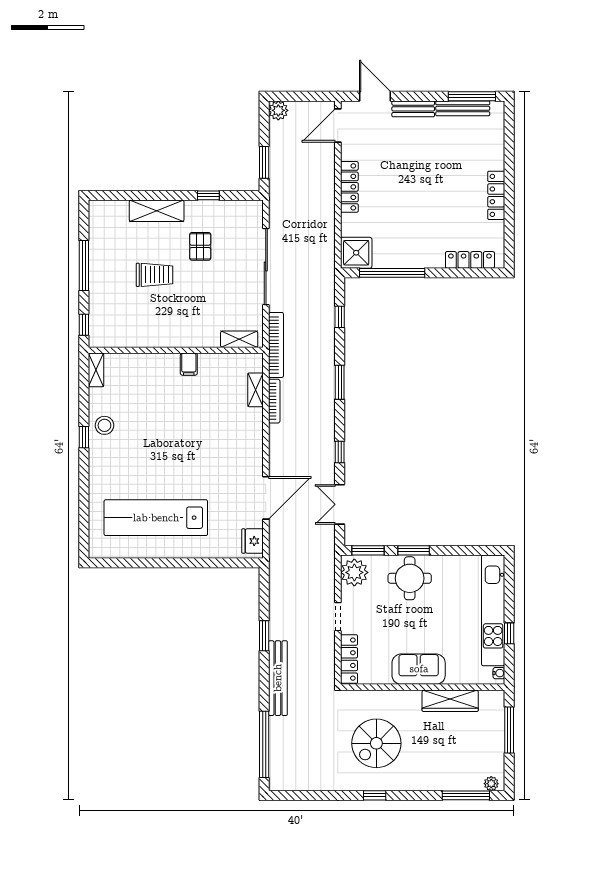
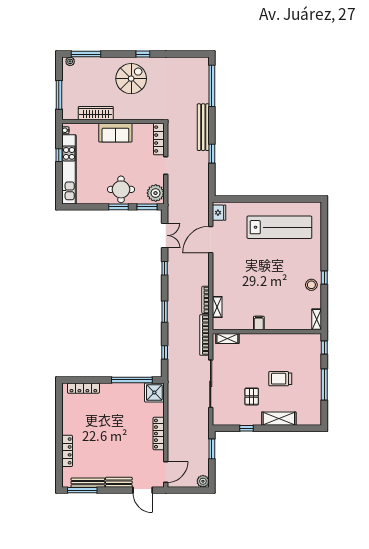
locker: (496, 195) -> (67, 451), moved
spiral stairs: (376, 743) -> (131, 79), moved

